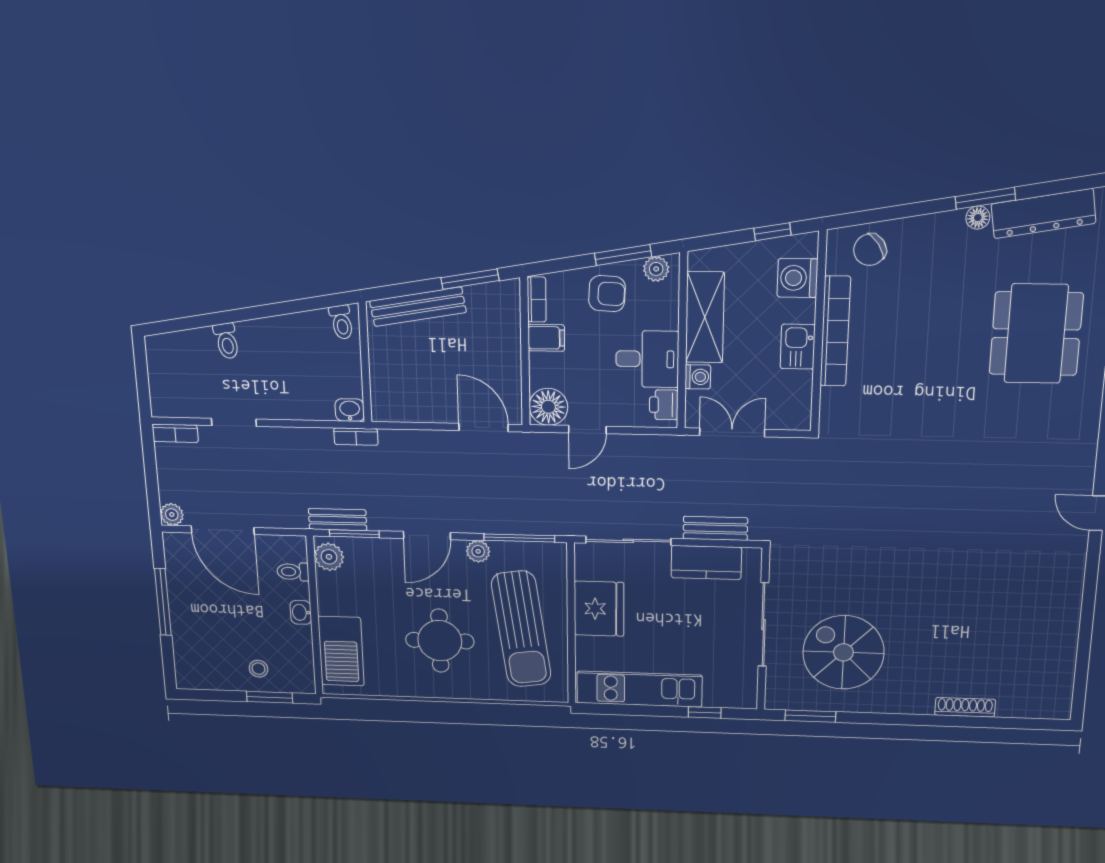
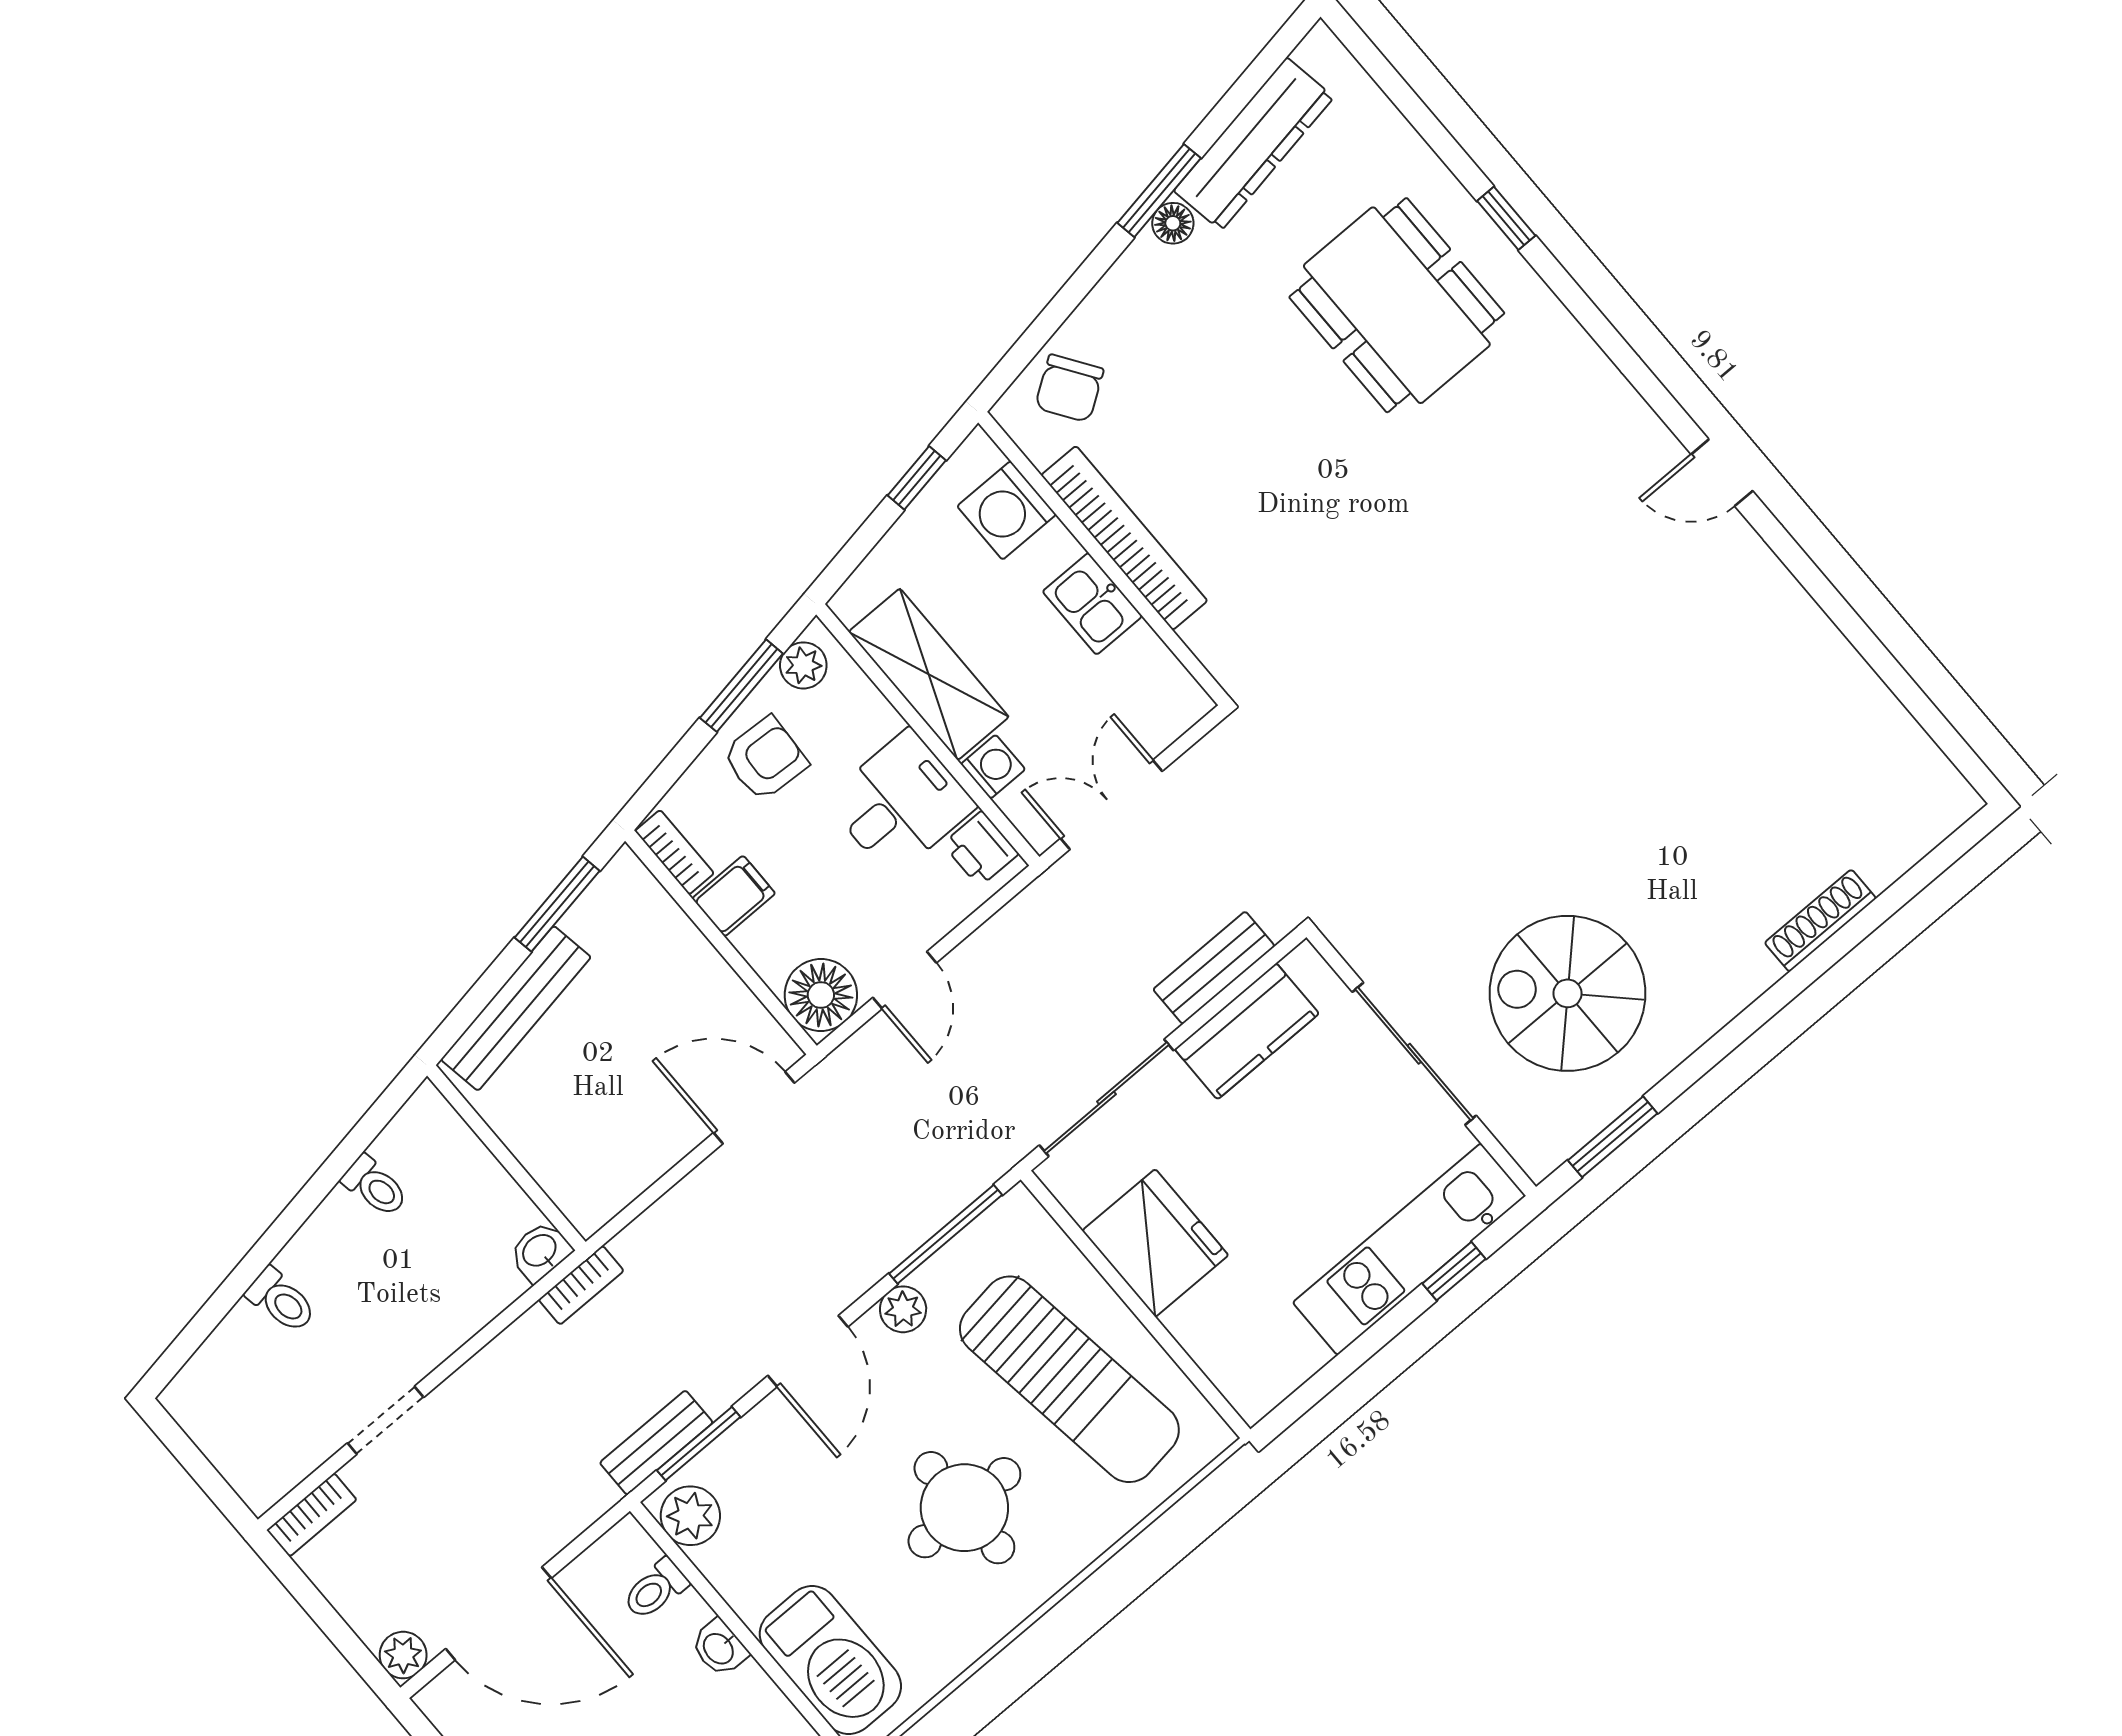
toilet: (342, 322) -> (375, 1186), moved
kitchen unit: (639, 689) -> (1409, 1249), moved

